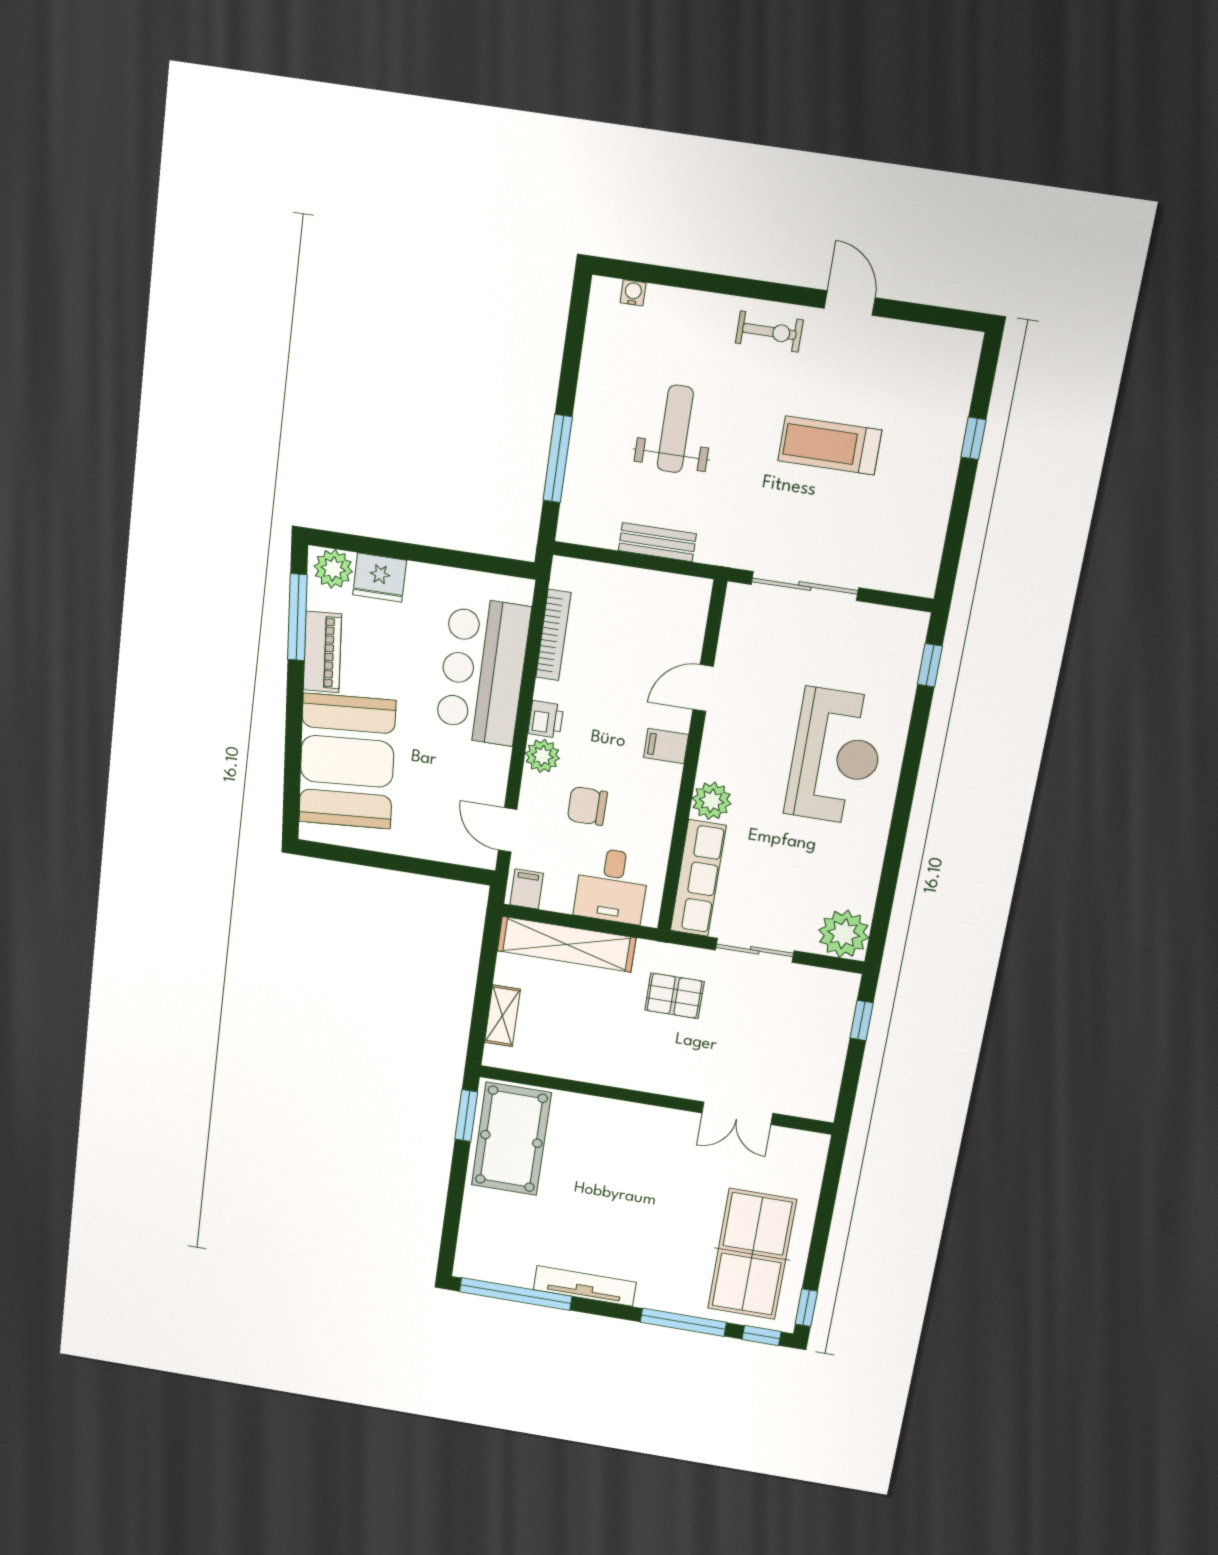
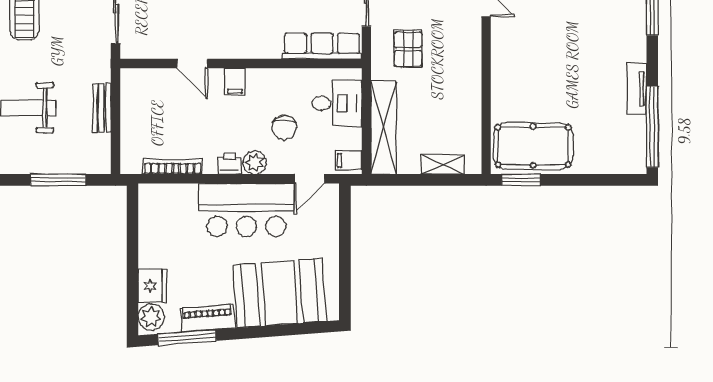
bar counter: (483, 671) -> (246, 210), moved
plant: (712, 801) -> (267, 46), removed
tv unit: (585, 1286) -> (637, 89), width x0.71

